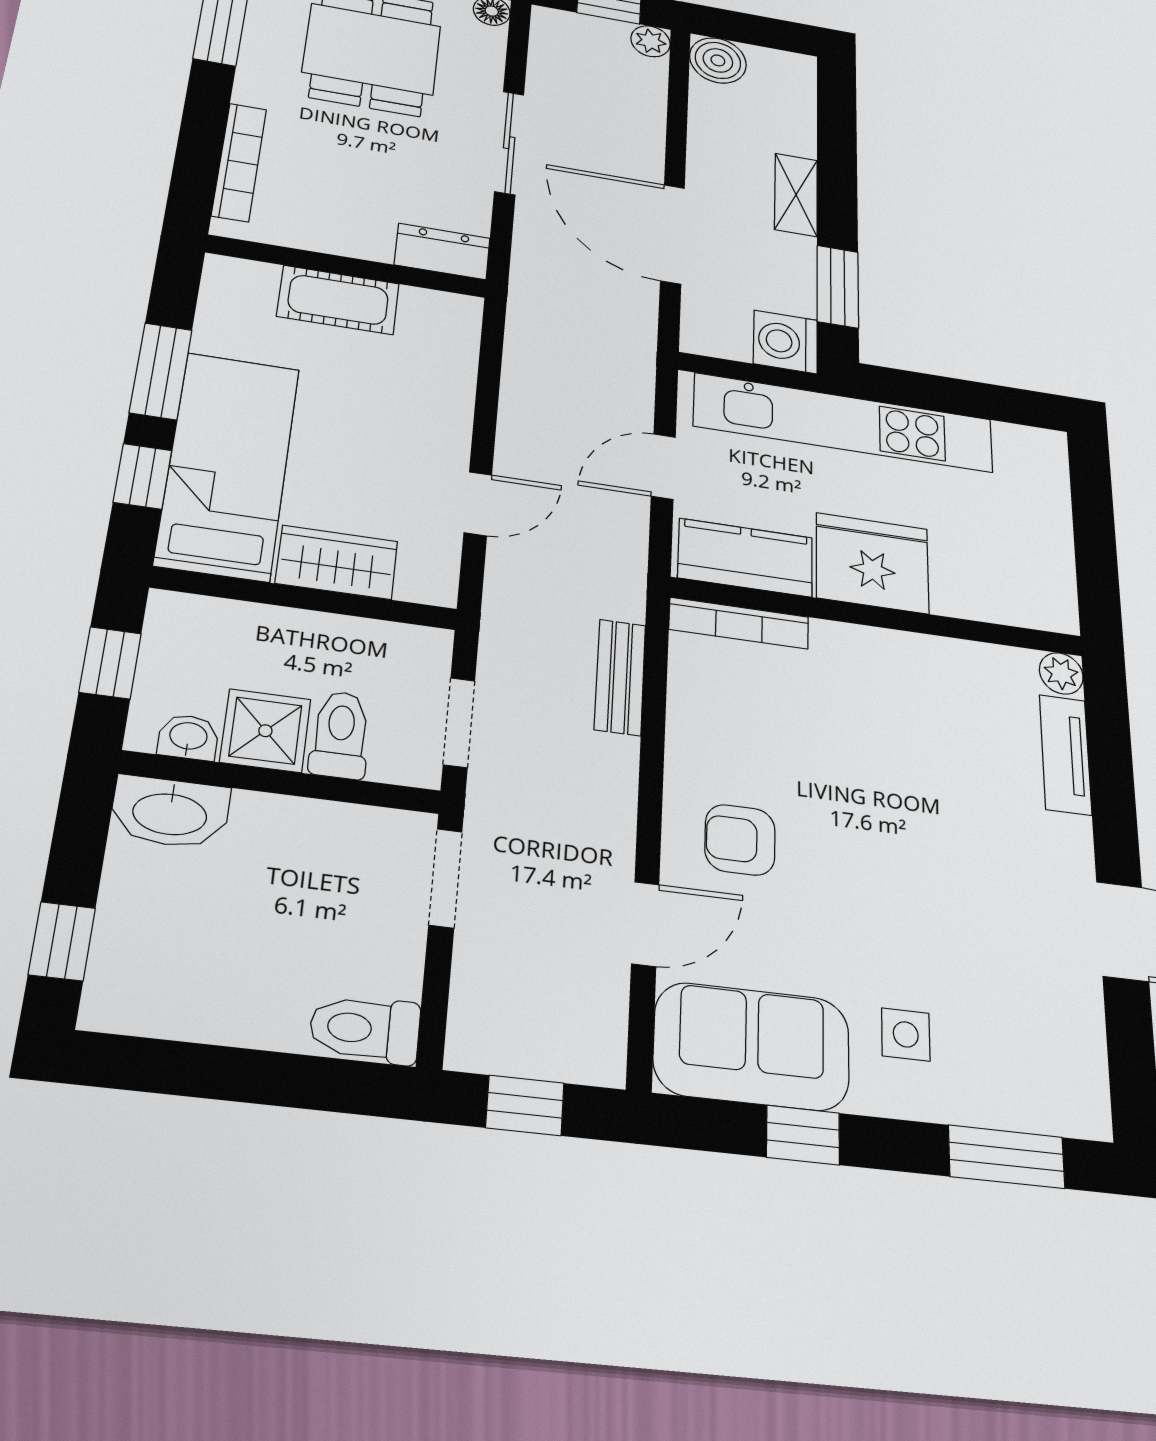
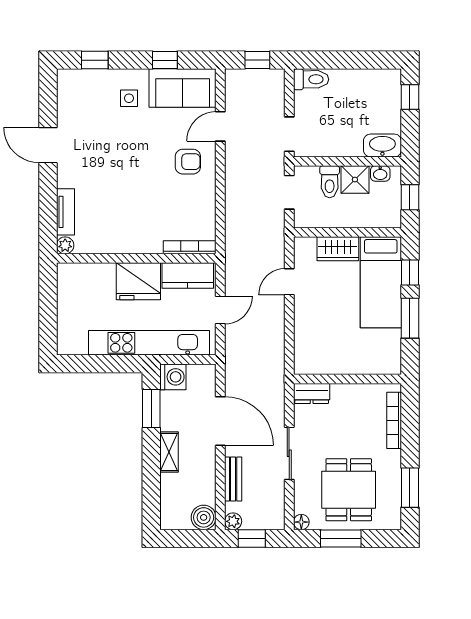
cot: (338, 300) -> (349, 363), removed
bench: (620, 677) -> (233, 479), moved
window: (1007, 1157) -> (95, 60), width x0.67

